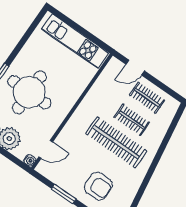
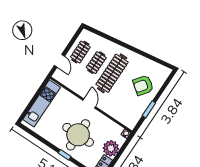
door: (46, 149) -> (89, 103), moved
armchair: (98, 186) -> (143, 85), turned -143

